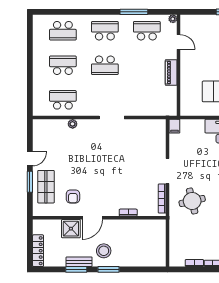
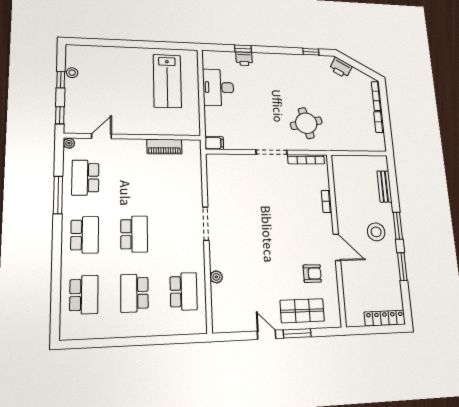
window: (194, 12) -> (60, 115), added
school desk: (105, 31) -> (85, 235), turned 180
piano: (171, 73) -> (164, 147), moved
school desk: (63, 100) -> (184, 291), turned 180
shower: (71, 229) -> (353, 275), removed
bench: (79, 262) -> (384, 186), moved

